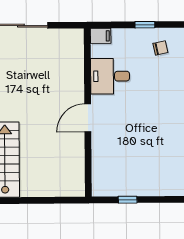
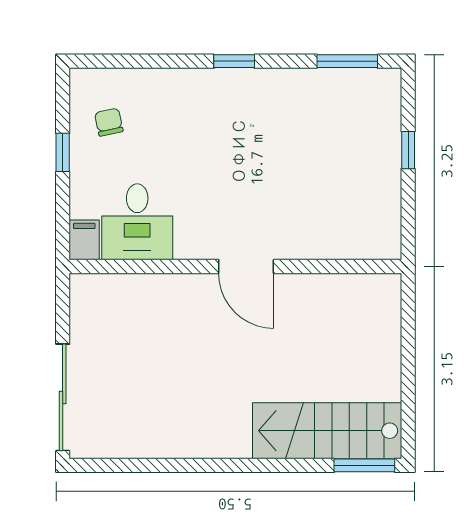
desk: (110, 76) -> (137, 222), moved
window: (128, 200) -> (408, 150), moved

